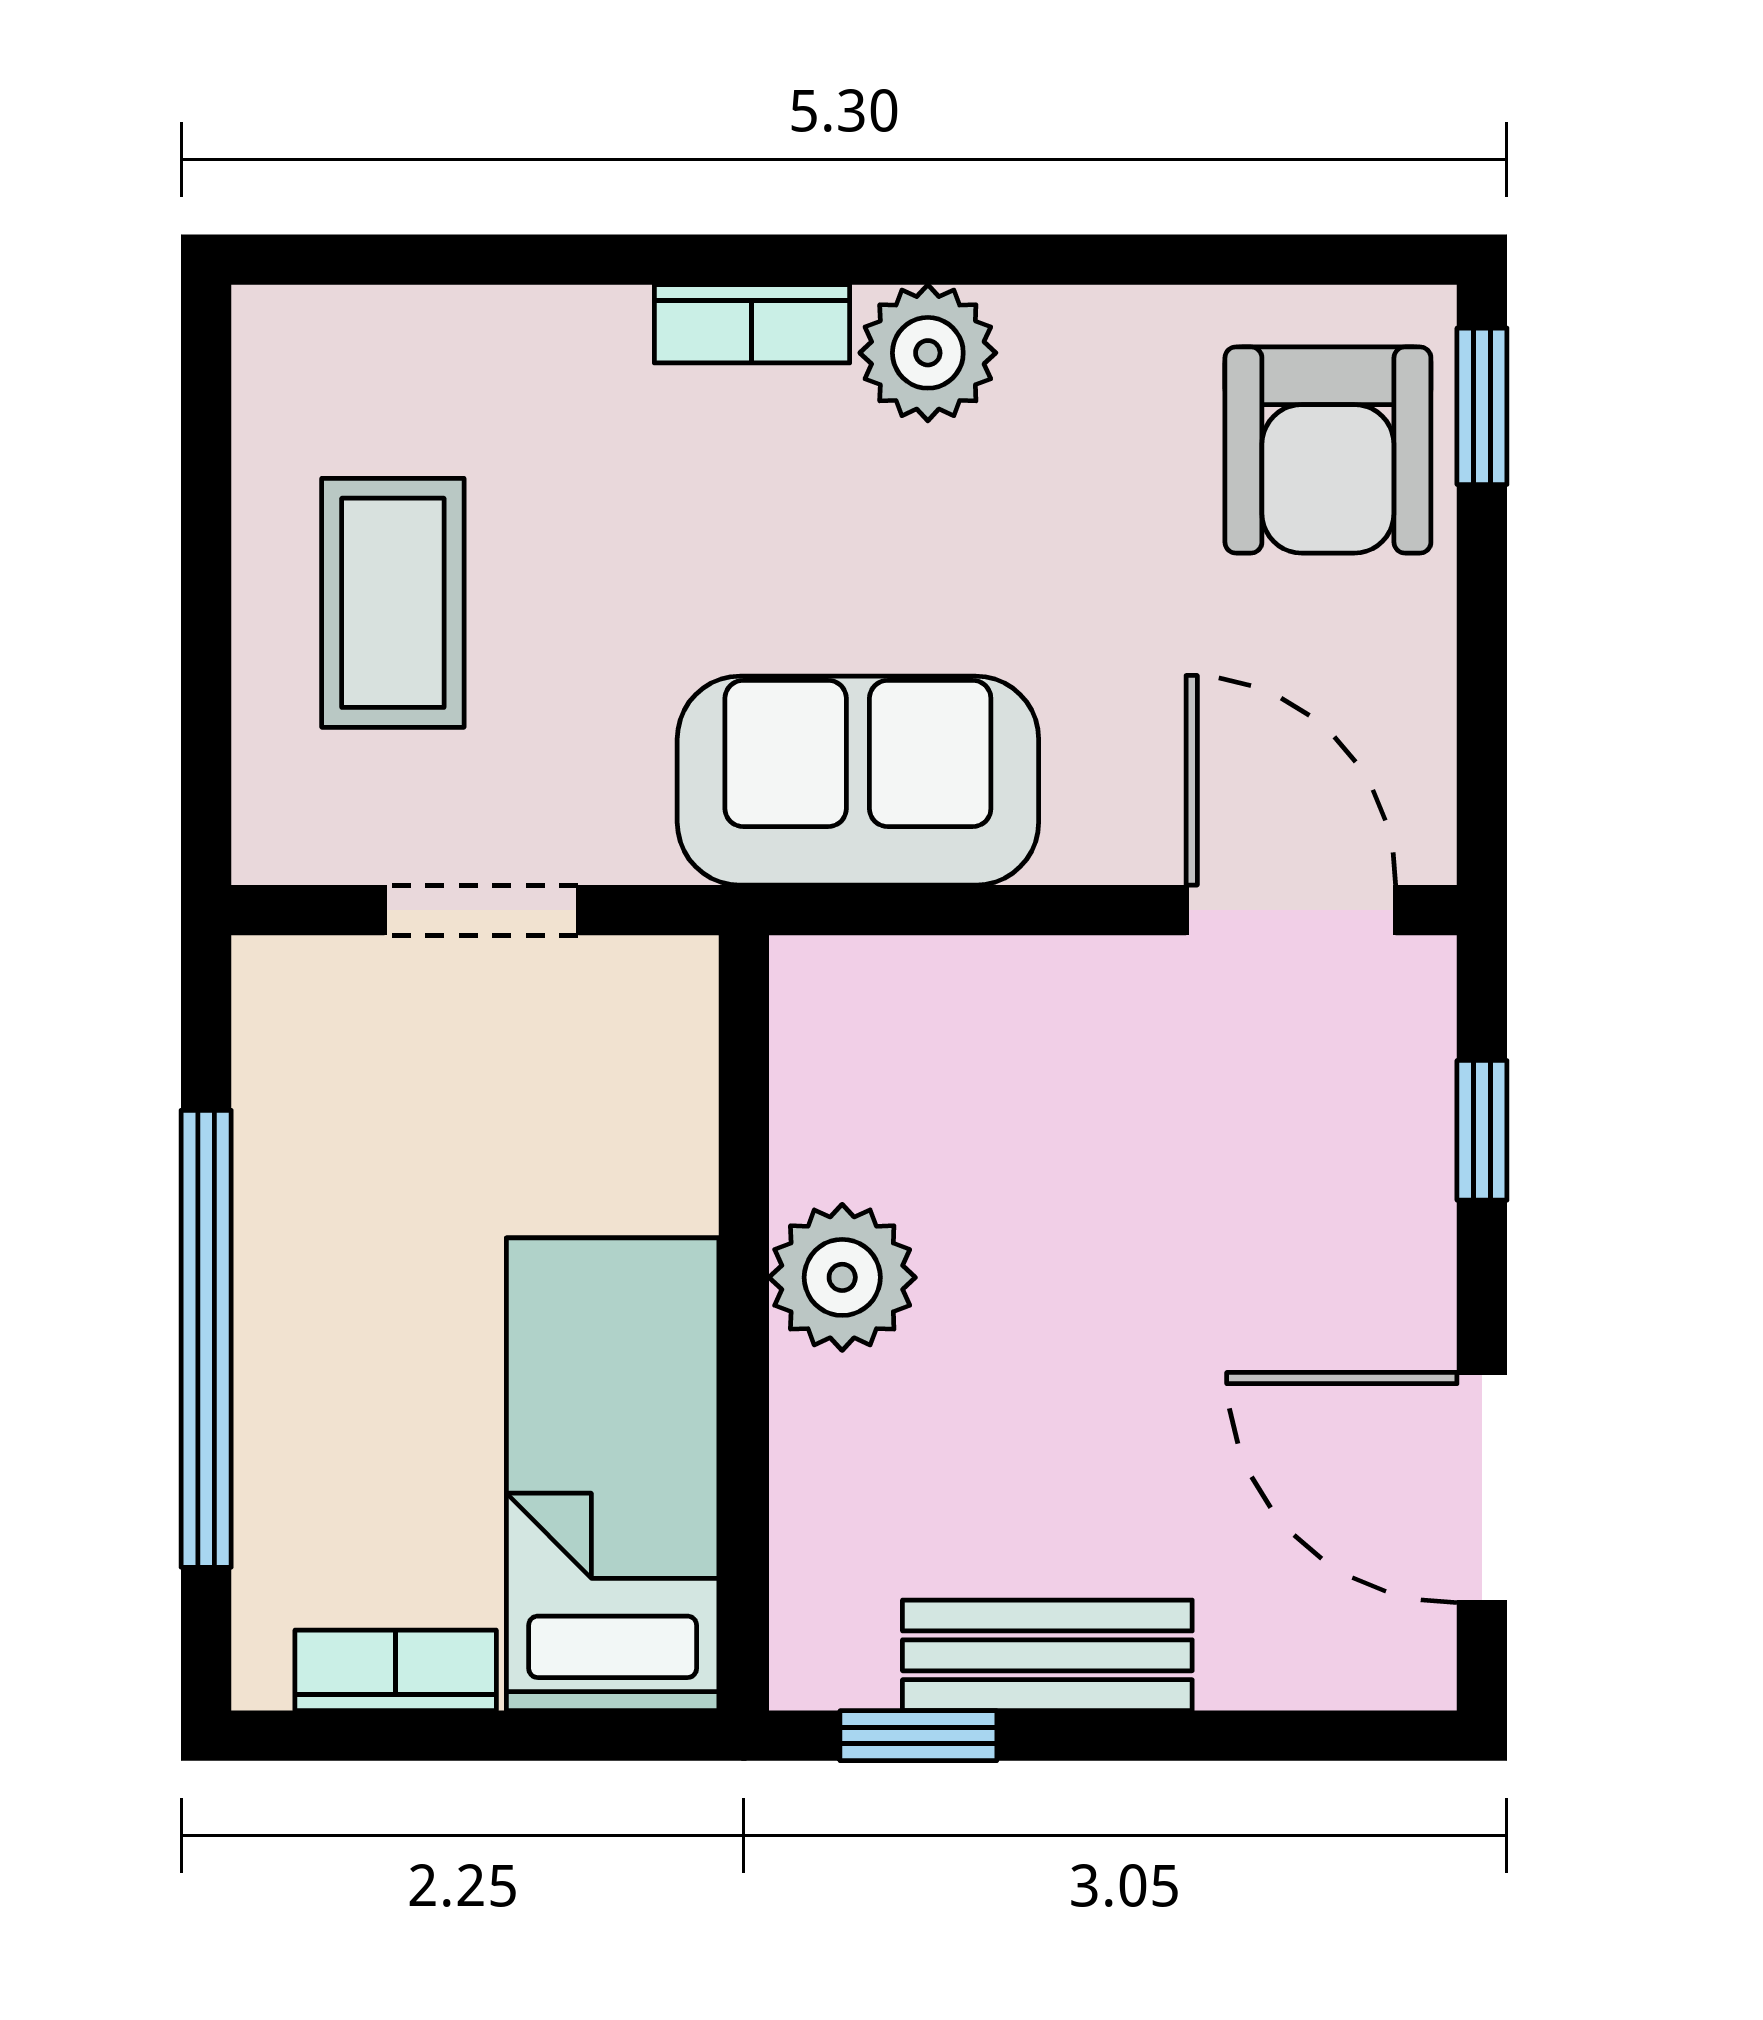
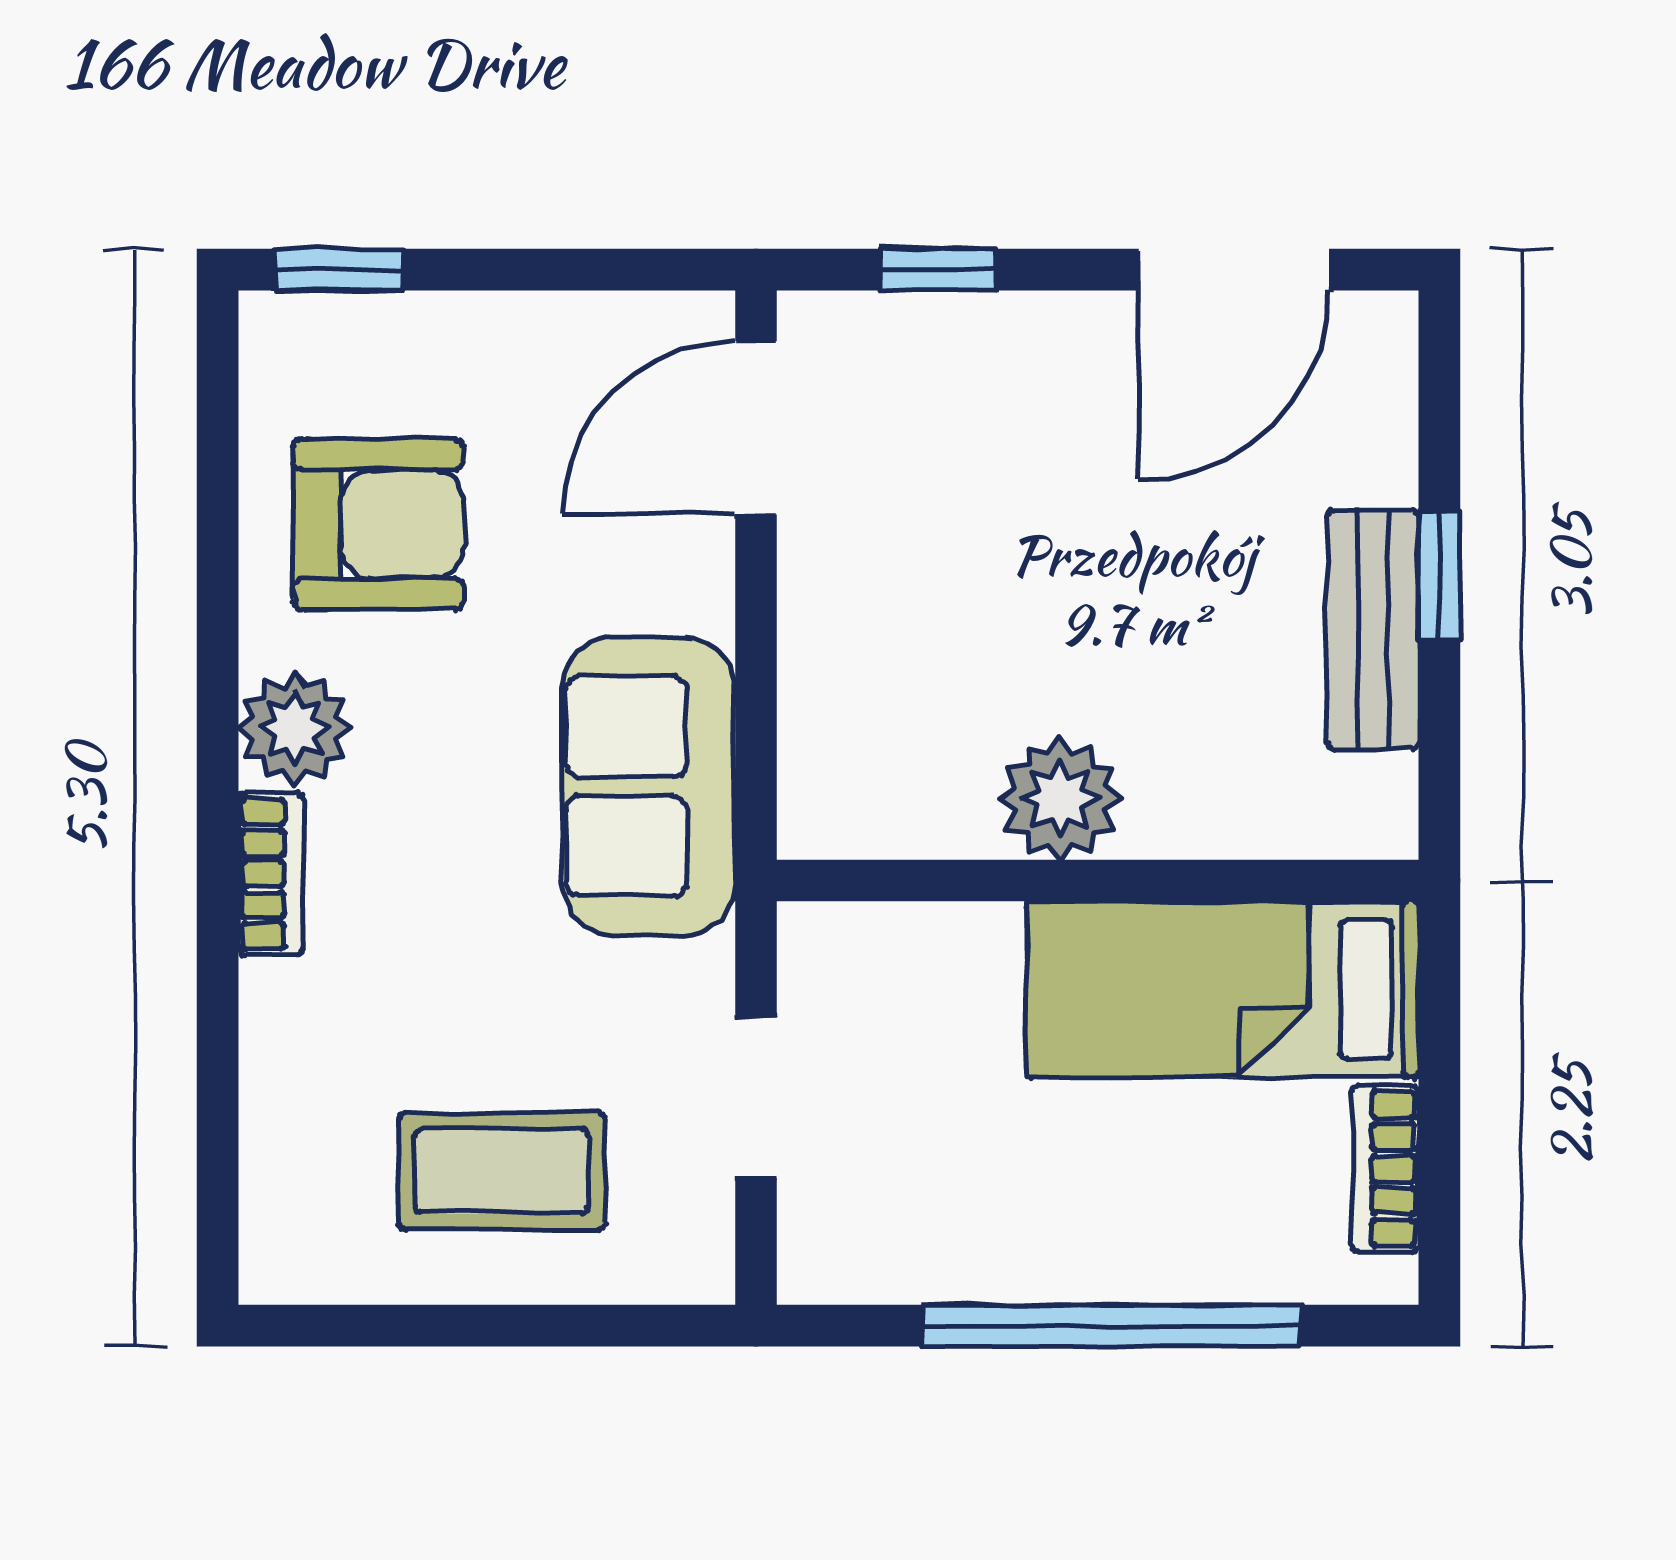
armchair: (1328, 450) -> (378, 524), moved
window: (918, 1736) -> (1439, 576), moved

